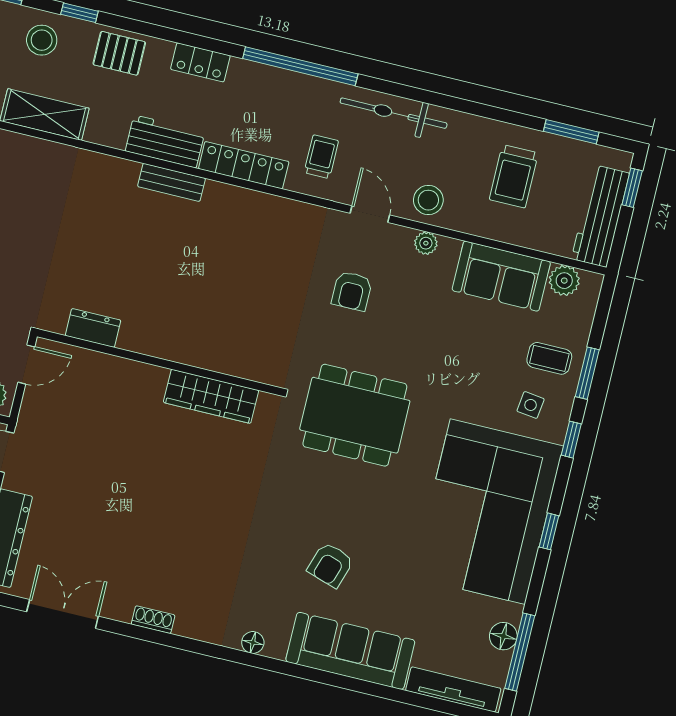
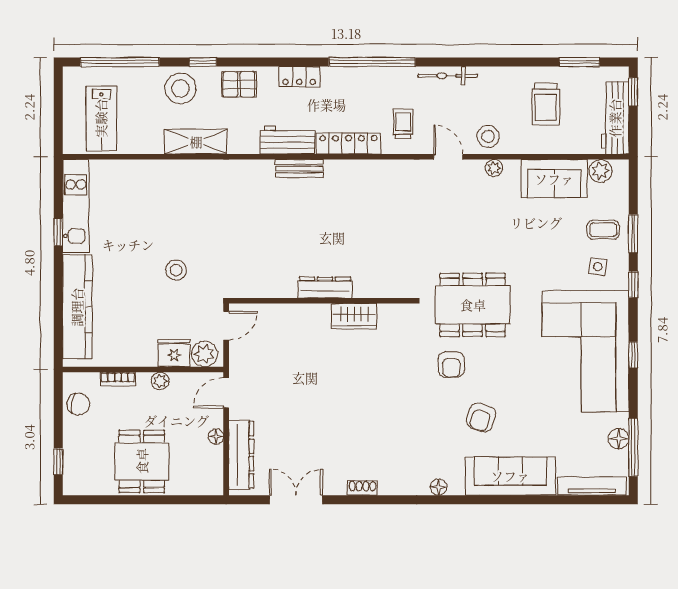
stool: (42, 40) -> (181, 88), width x1.38, depth x1.38
bicycle: (394, 113) -> (448, 76), width x0.73, depth x0.71
armchair: (352, 291) -> (451, 364), moved
dresser: (93, 328) -> (325, 288), moved, width x1.44
wardrobe: (211, 396) -> (354, 316), width x0.67

